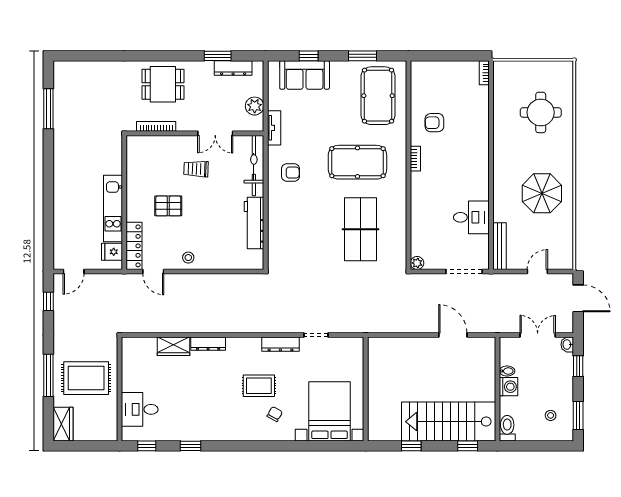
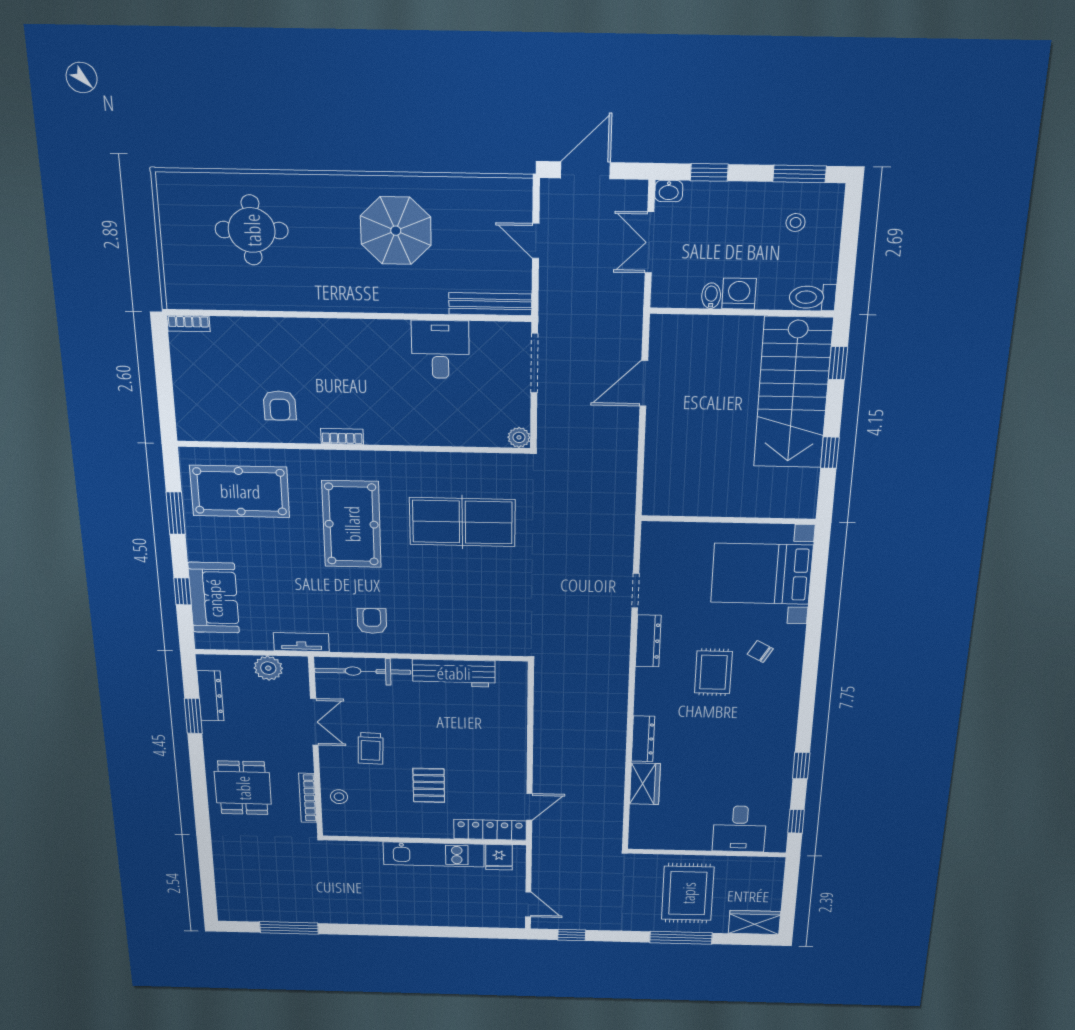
stool: (188, 258) -> (339, 797), moved

